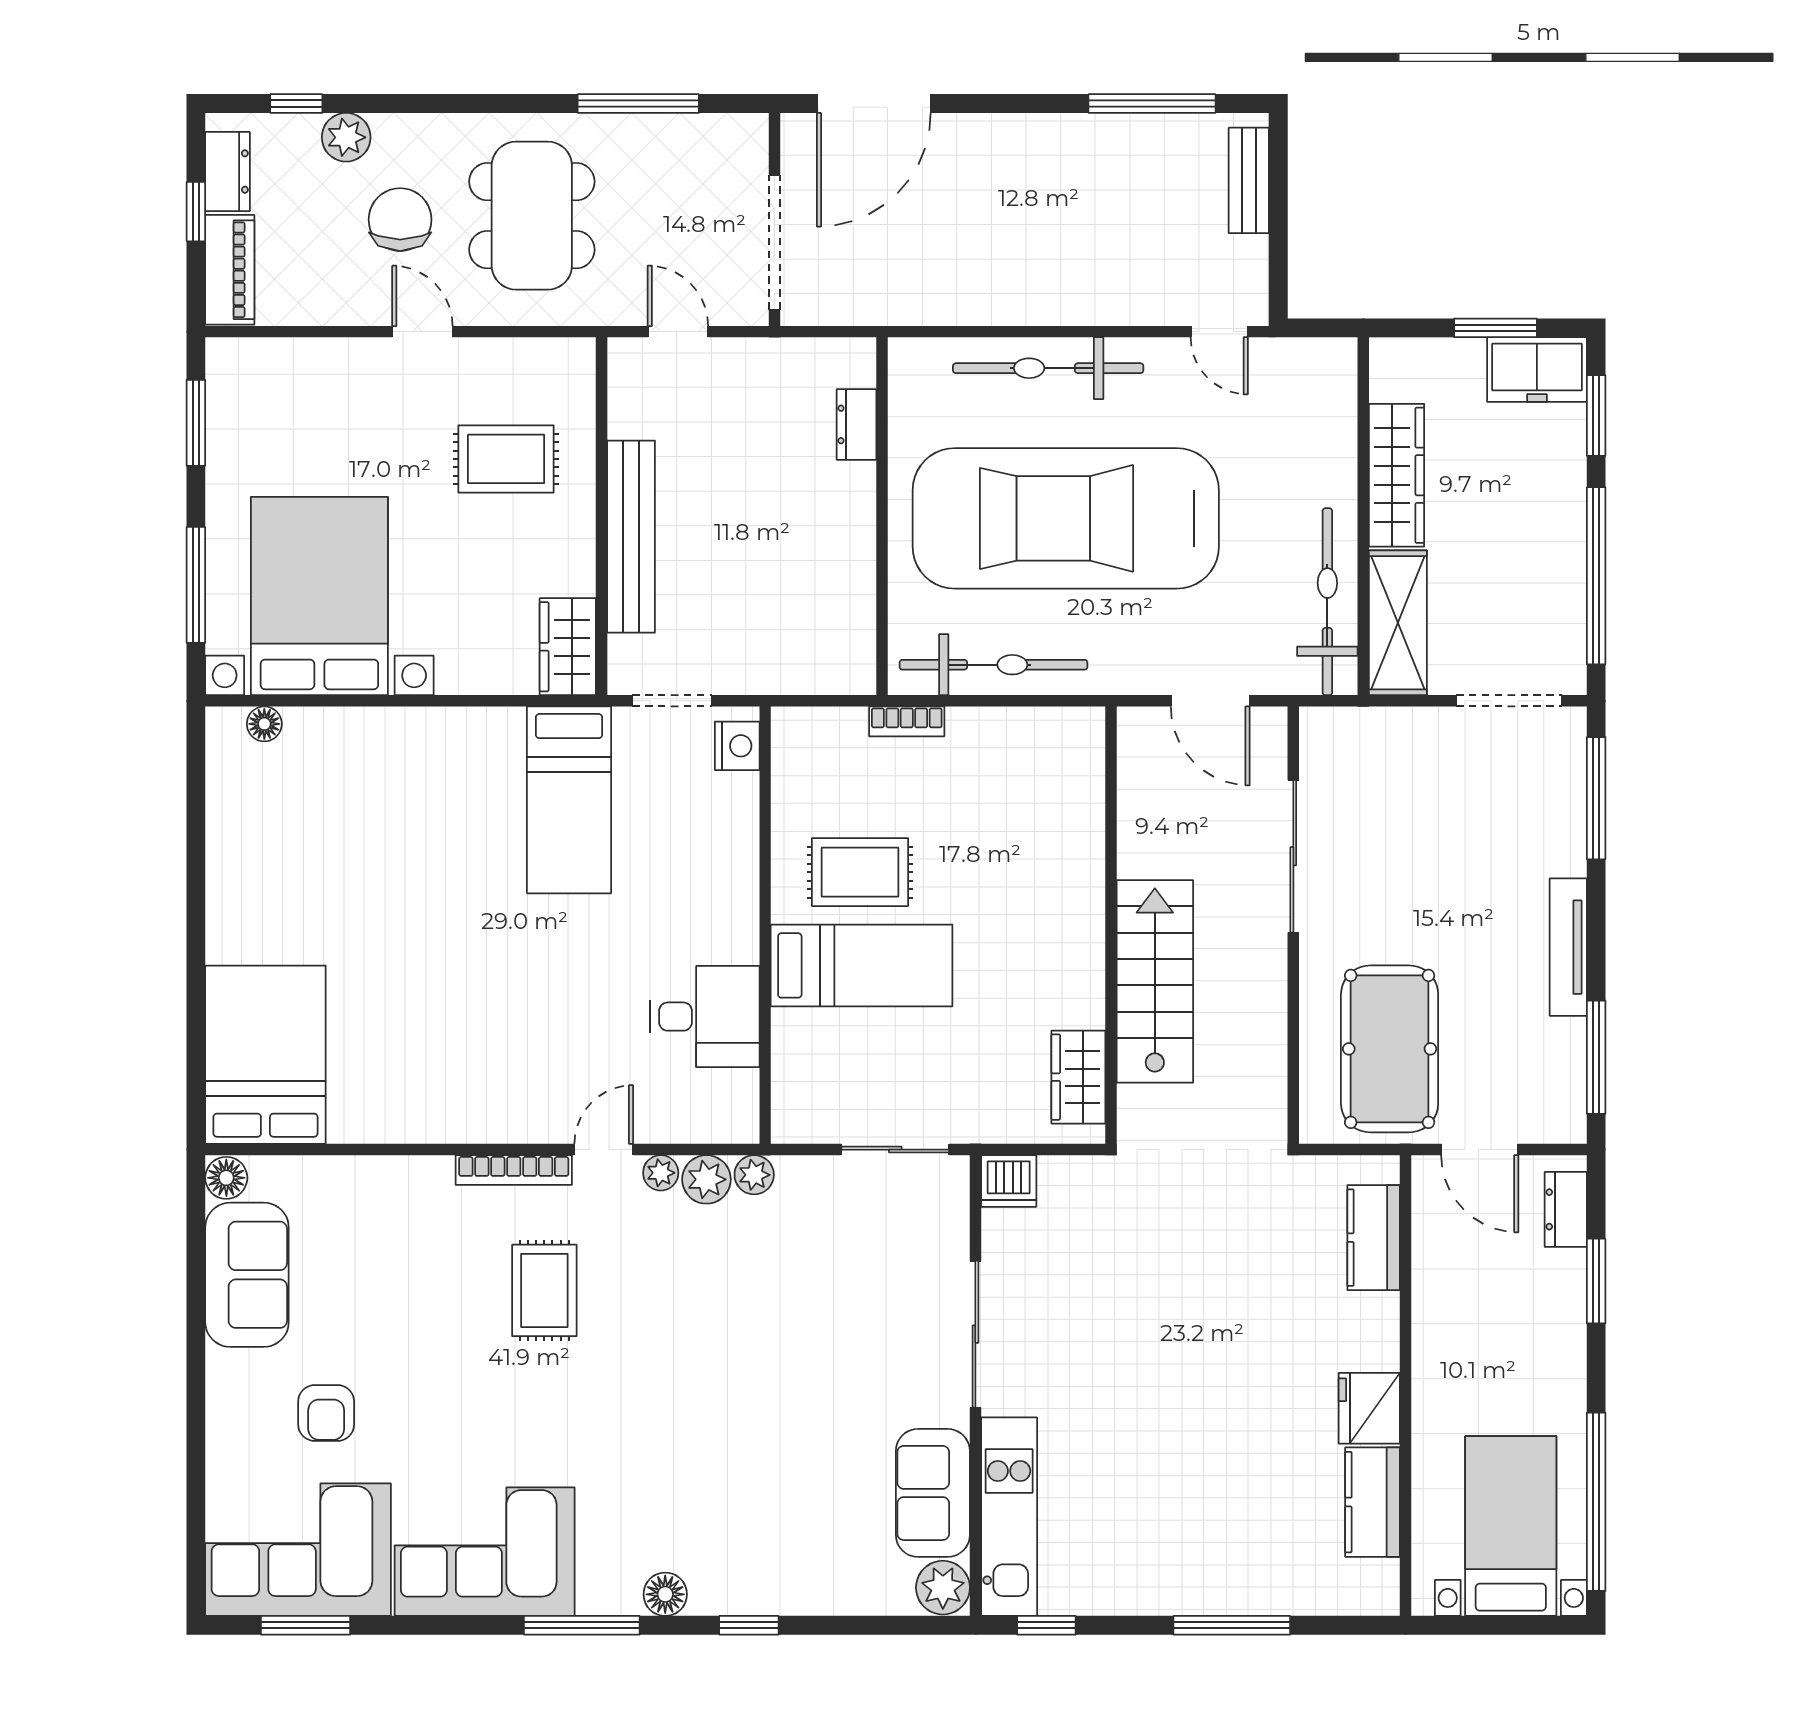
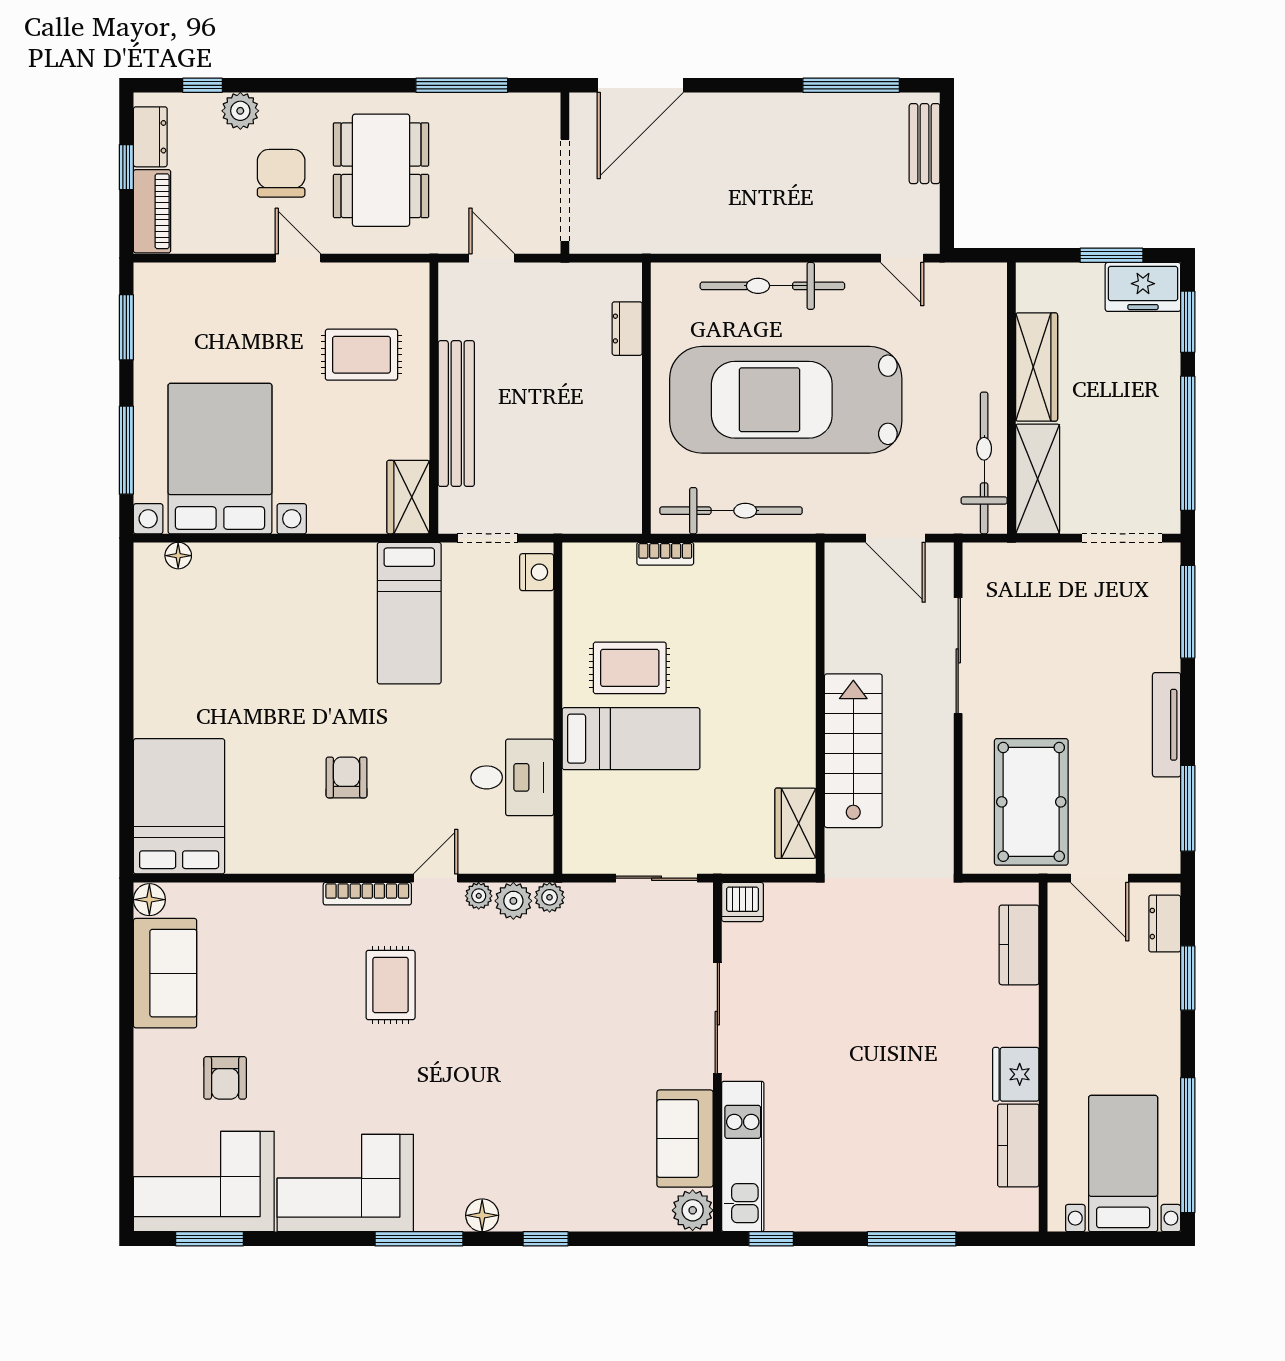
armchair: (486, 1017) -> (347, 777), added

